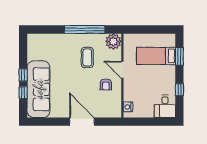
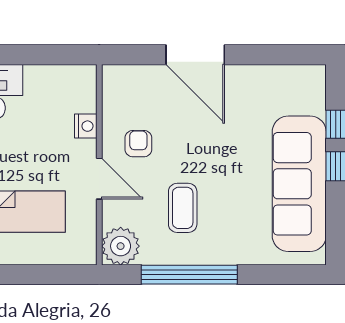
sofa: (38, 89) -> (299, 184), moved
nightstand: (128, 107) -> (86, 126), moved

